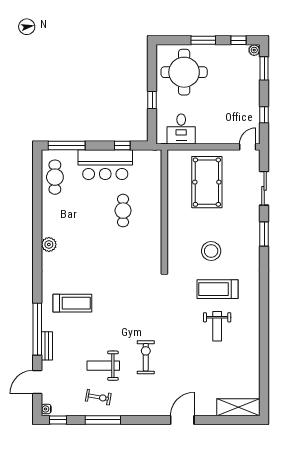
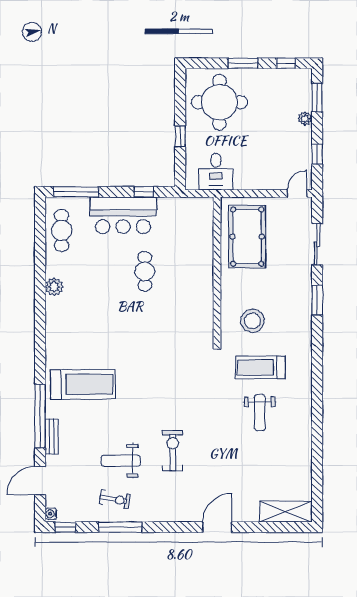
plant: (254, 50) -> (305, 118), moved
wall: (164, 209) -> (217, 269), moved
plant: (49, 244) -> (54, 287), moved
treadmill: (72, 303) -> (83, 384), width x1.37, depth x1.38

